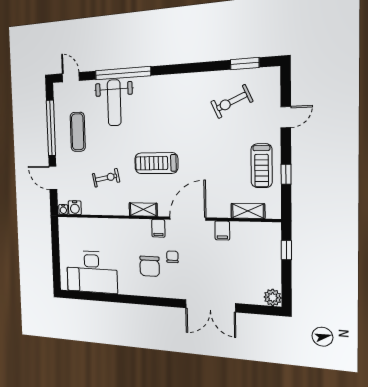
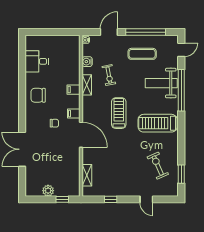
treadmill: (262, 166) -> (158, 123), moved, width x1.37, depth x1.38
water cooler: (75, 208) -> (87, 62), moved
shelving: (143, 209) -> (87, 85), moved
filing cabinet: (222, 230) -> (74, 90), moved
chair: (150, 266) -> (38, 95), moved
desk: (92, 272) -> (37, 61), width x0.53, depth x0.77
plant: (273, 297) -> (48, 191), moved

